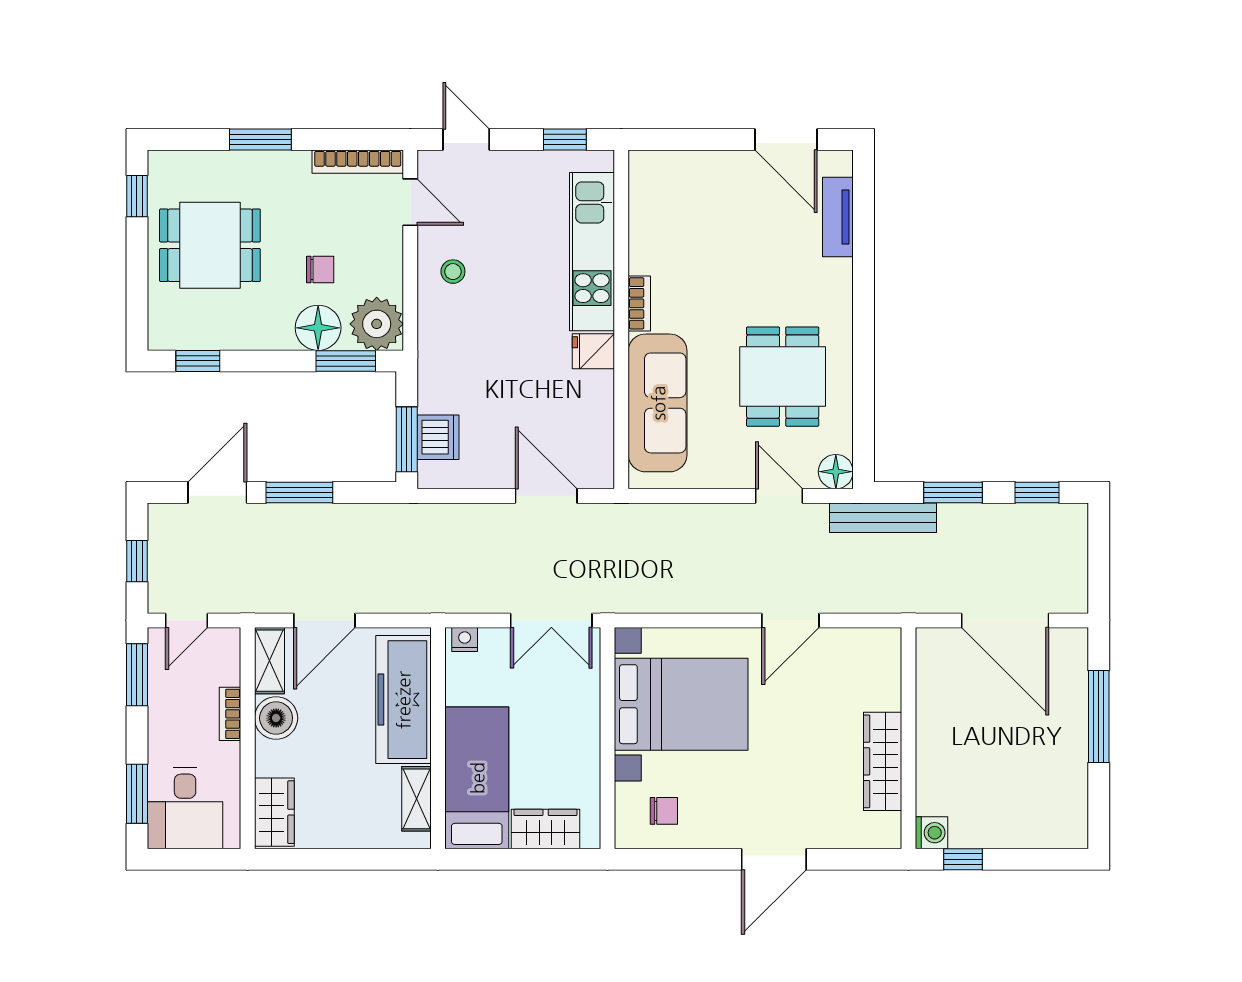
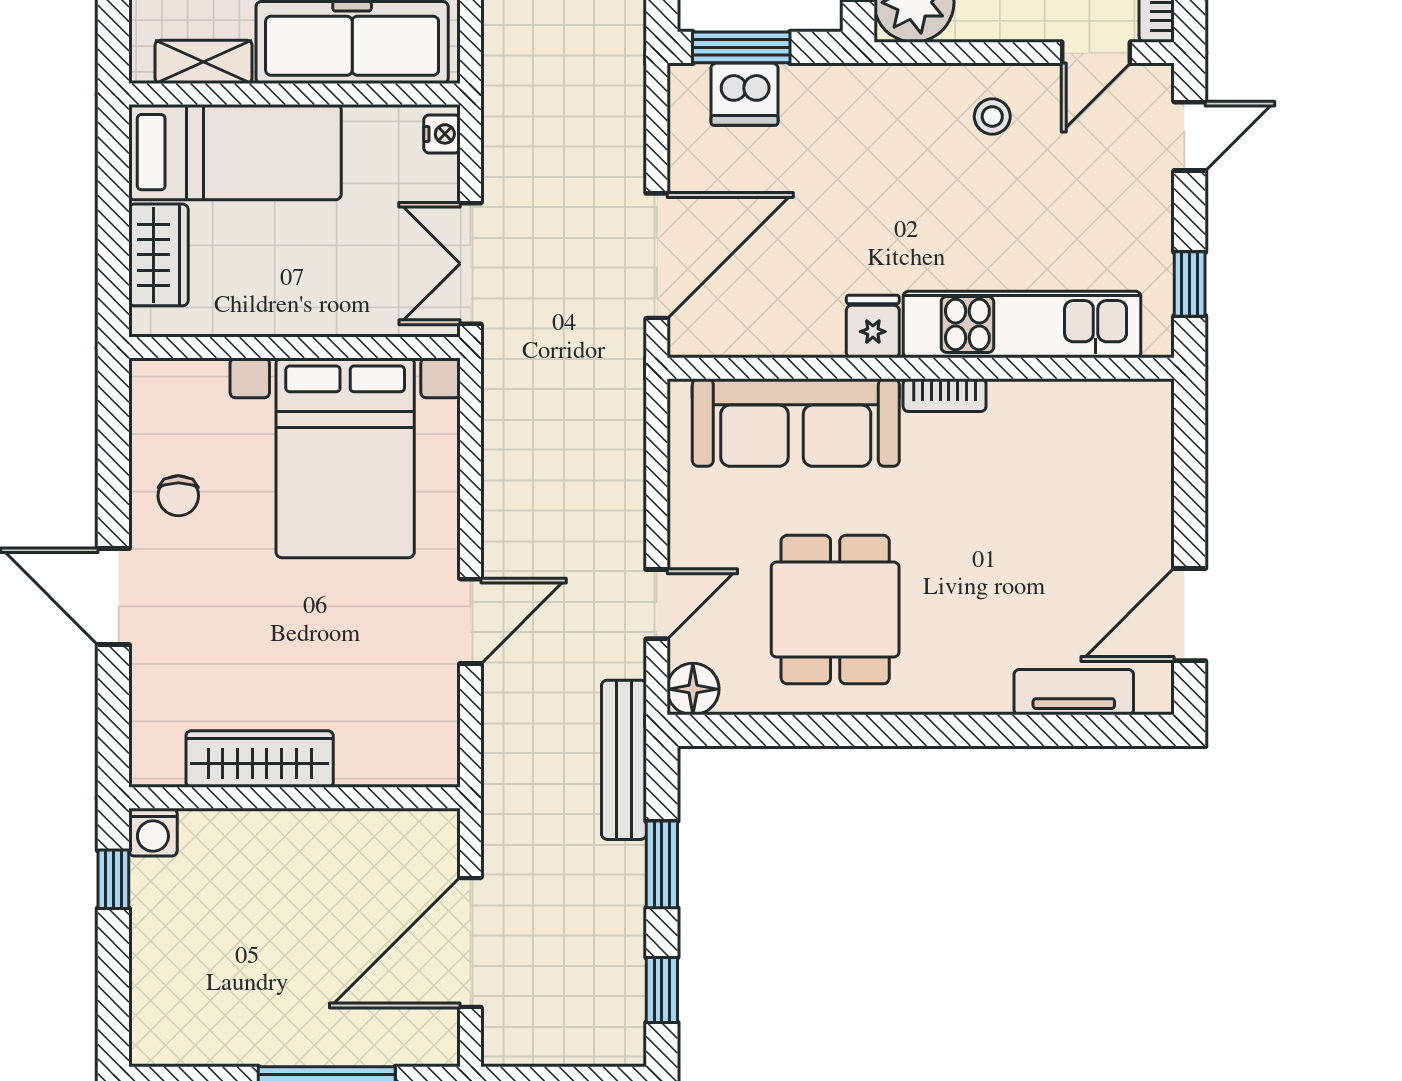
dining table: (783, 377) -> (835, 610), turned 90
door: (546, 496) -> (657, 256), width x1.36
door: (790, 620) -> (470, 621), swing flipped
chair: (664, 811) -> (178, 496), moved

